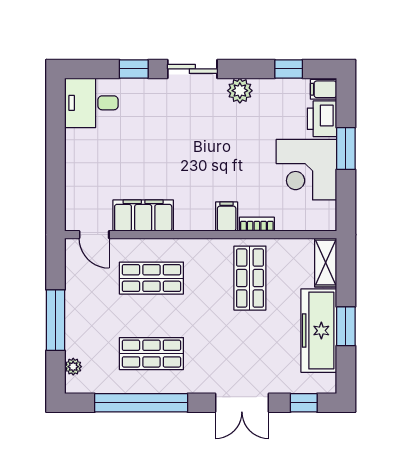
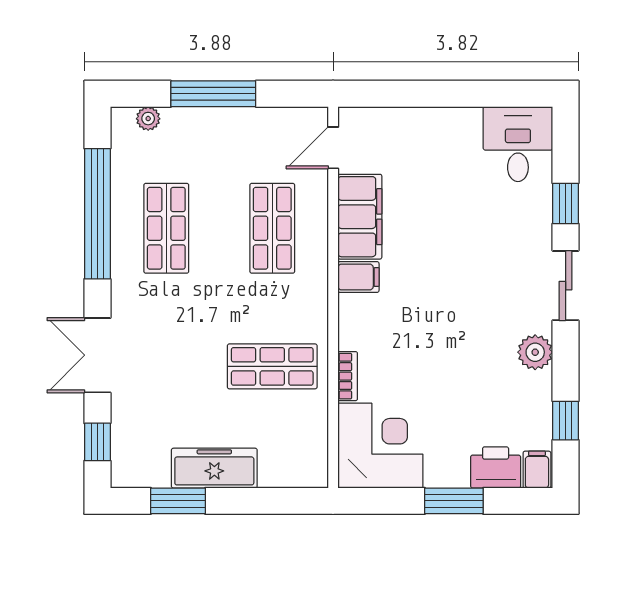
corner desk: (306, 170) -> (380, 446), moved, turned 90
filing cabinet: (227, 217) -> (358, 277), moved
shelving: (326, 263) -> (294, 473), removed
window: (346, 326) -> (178, 501), moved
freezer: (319, 331) -> (214, 468), width x0.73, depth x0.79

